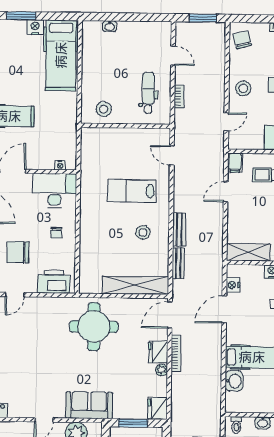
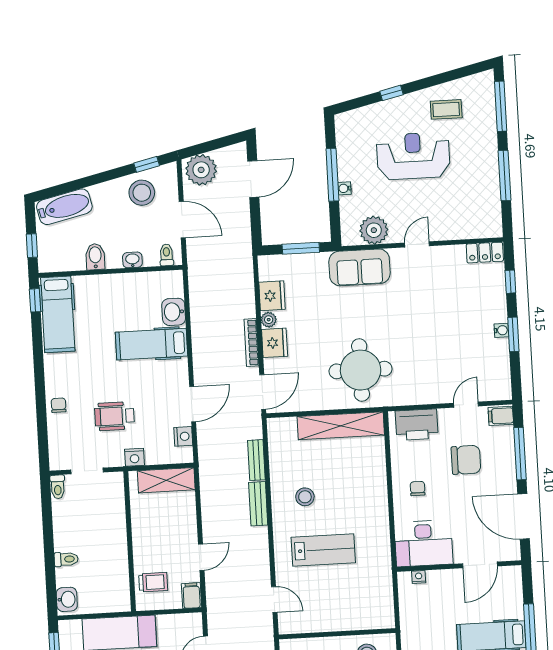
shelving: (135, 285) -> (341, 426), moved
fridge: (157, 408) -> (272, 296), moved

